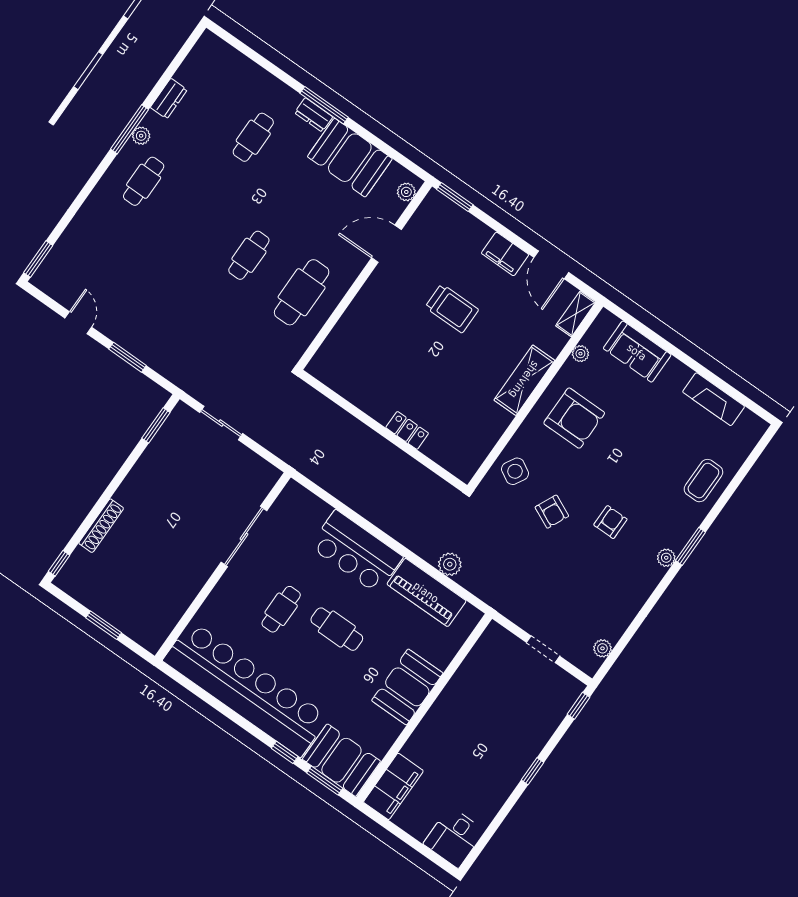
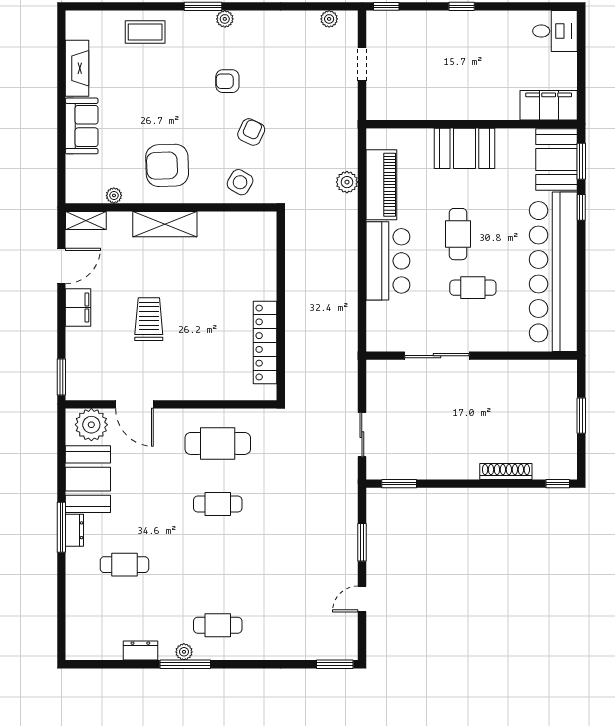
plant: (406, 192) -> (91, 425), width x1.88, depth x1.88
sofa: (637, 352) -> (82, 126), moved
armchair: (574, 418) -> (167, 165), turned -92
locker: (407, 430) -> (265, 343), moved, width x2.16, depth x1.21

